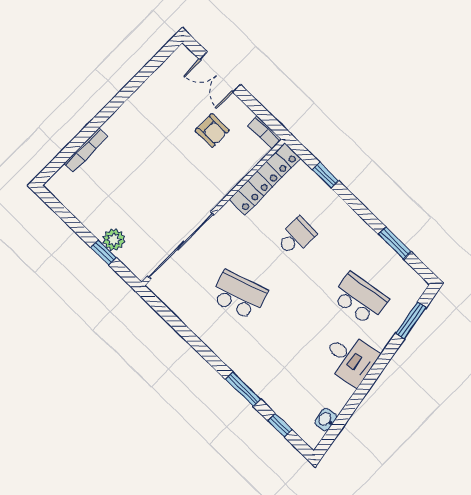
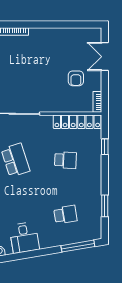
school desk: (360, 299) -> (65, 215), width x0.54
window: (411, 321) -> (78, 246), width x1.44
desk: (350, 358) -> (24, 238), moved

